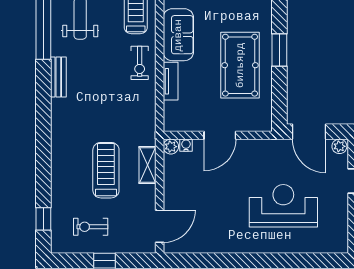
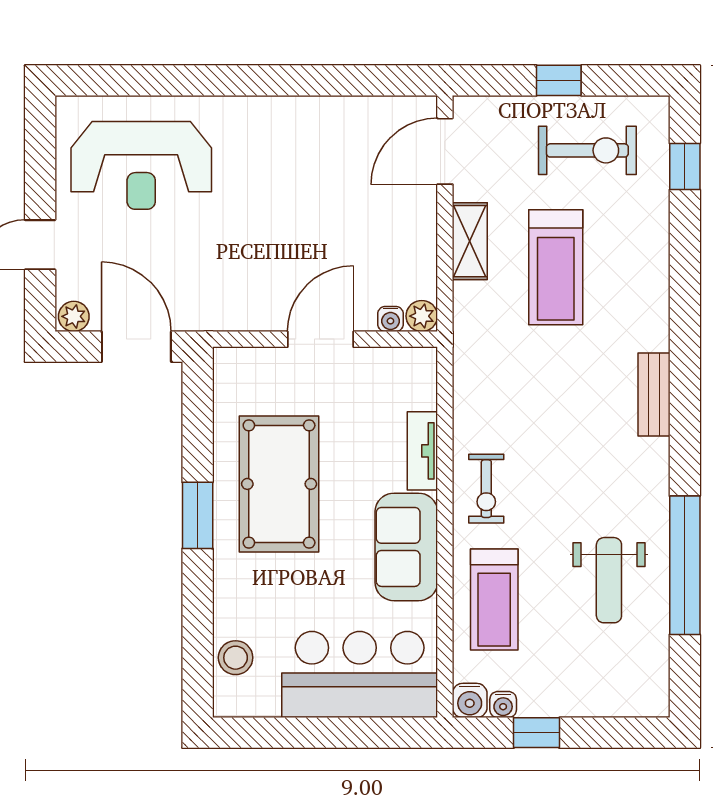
exercise bike: (140, 63) -> (486, 489), turned 180
bench: (58, 77) -> (654, 394), moved
shelving: (148, 165) -> (470, 241), moved
reception desk: (283, 206) -> (141, 165), moved
exercise bike: (91, 227) -> (587, 150), width x1.38, depth x1.39

